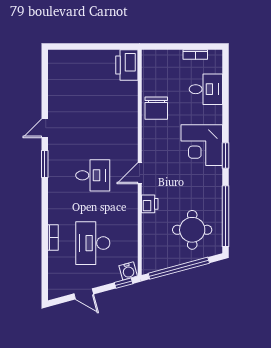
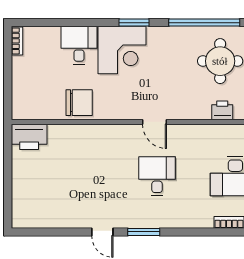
bookcase: (195, 54) -> (17, 41), moved
desk: (206, 89) -> (79, 45), moved
printer: (150, 204) -> (222, 110), moved

